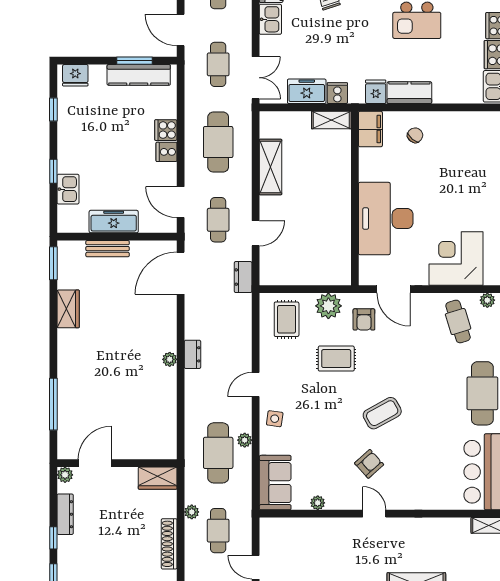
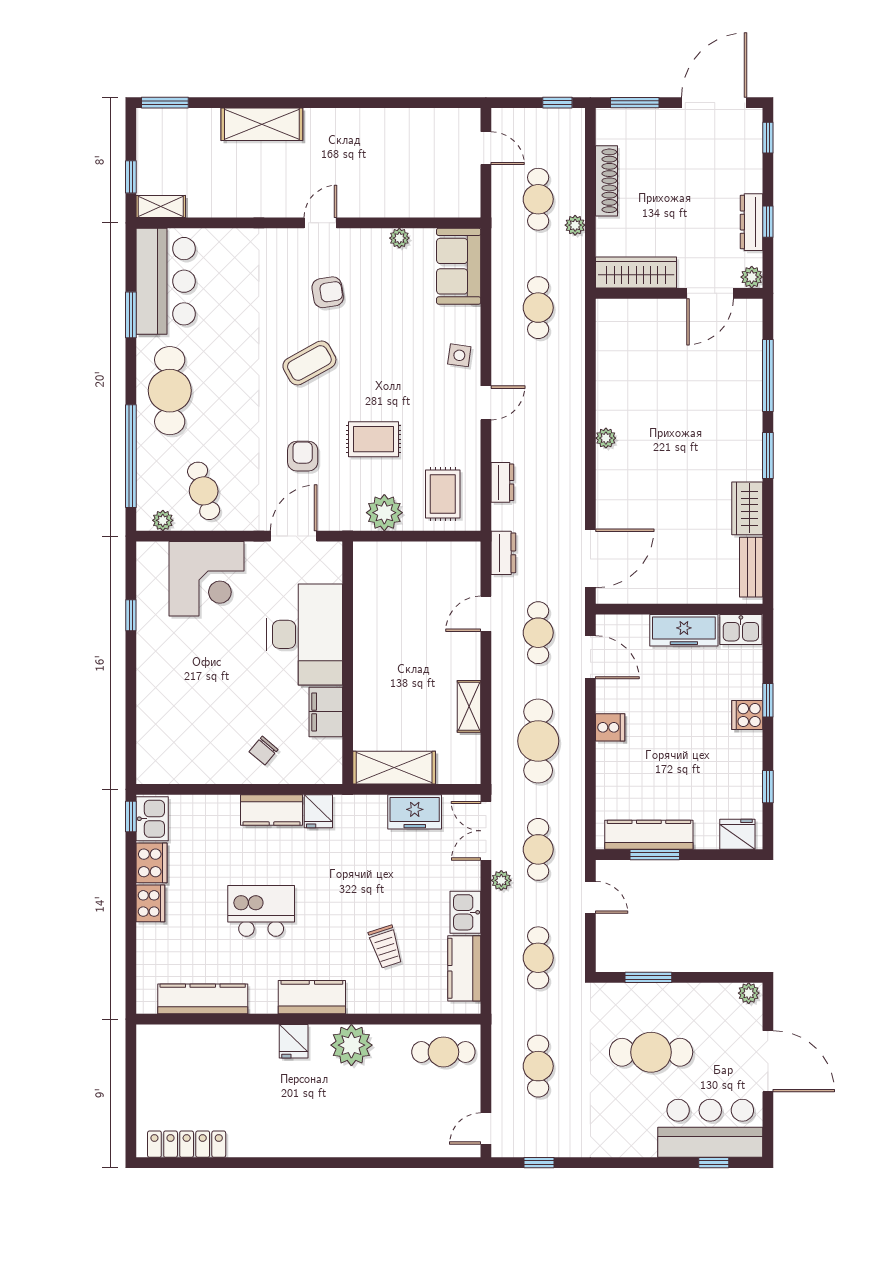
door: (181, 30) -> (590, 897), width x0.73
cooker: (337, 93) -> (372, 809), removed
shelving: (331, 120) -> (394, 768), width x1.50, depth x1.33
filing cabinet: (370, 129) -> (326, 712), moved
cooker: (166, 130) -> (747, 715), moved, turned 180
shelving: (270, 167) -> (469, 706), width x0.67, depth x0.75
kitchen sink: (68, 189) -> (741, 630), moved, turned -90
bench: (108, 249) -> (751, 567), moved, turned 90
window: (53, 263) -> (768, 455), moved
door: (393, 289) -> (294, 536), hinge flipped
armchair: (364, 319) -> (303, 456), moved
dresser: (193, 354) -> (502, 482), moved, turned 180
plant: (245, 440) -> (501, 880), moved
cafe table: (218, 453) -> (538, 308), width x0.73, depth x0.74
armchair: (369, 464) -> (328, 292), turned -147
wardrobe: (158, 478) -> (636, 272), width x1.50
door: (374, 514) -> (320, 223), swing flipped
window: (53, 538) -> (768, 222), moved

